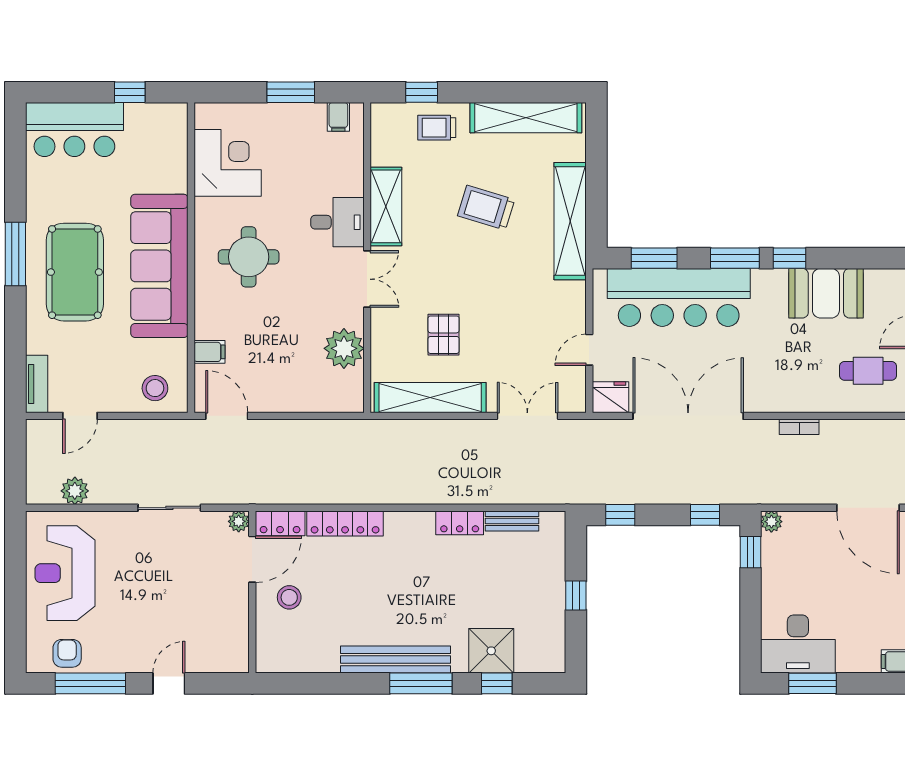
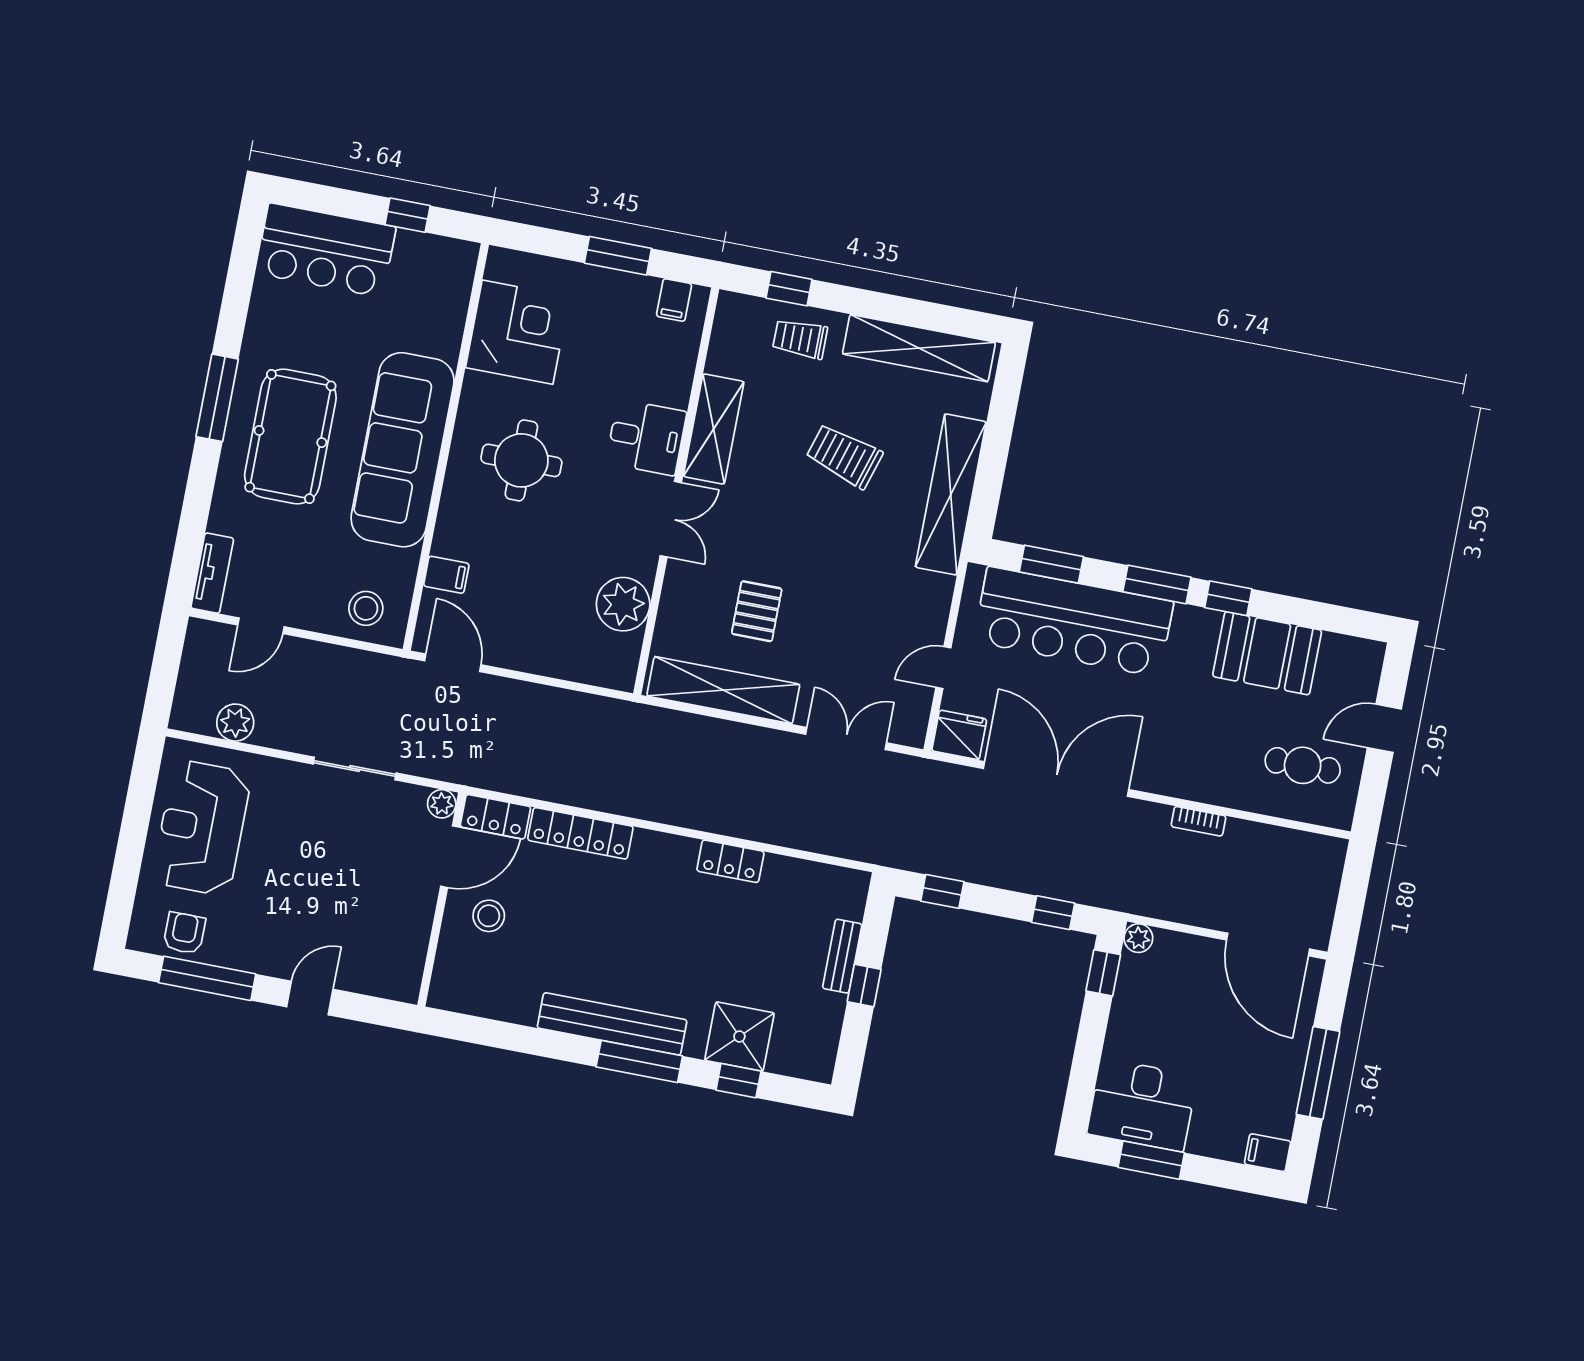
bench: (512, 521) -> (842, 956), moved, turned 90

